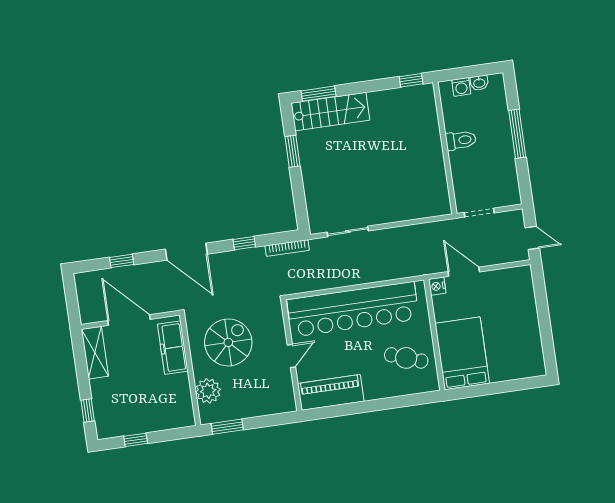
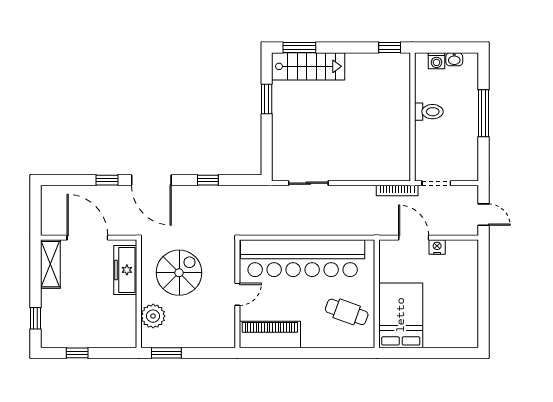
bookcase: (287, 248) -> (397, 191), moved
window: (122, 261) -> (107, 180), moved
nightstand: (437, 286) -> (437, 247), moved, turned 90

